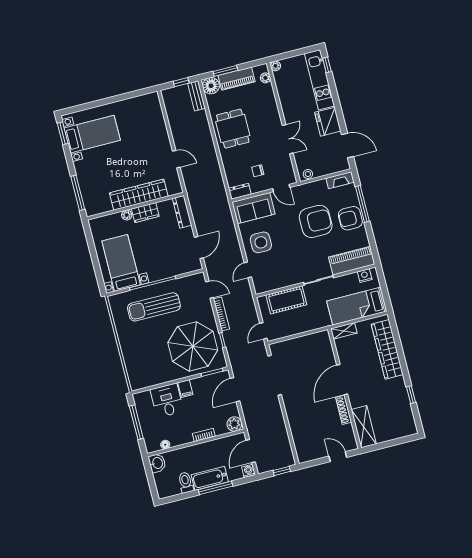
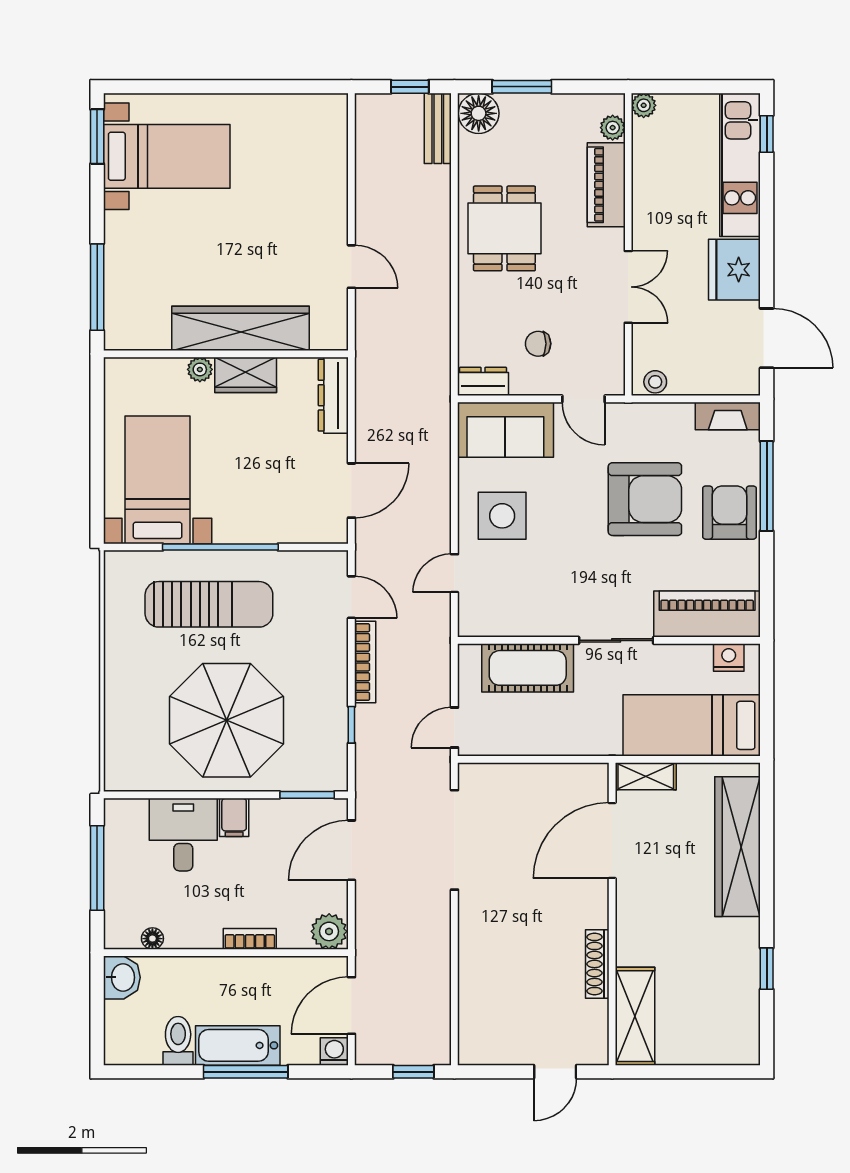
piano: (237, 79) -> (606, 185), moved, turned 90
armchair: (350, 218) -> (729, 513), turned 90
sun lounger: (154, 307) -> (209, 604), turned 180
parasol: (193, 346) -> (227, 720), moved
door: (342, 380) -> (612, 841), moved
door: (338, 457) -> (555, 1072), swing flipped

